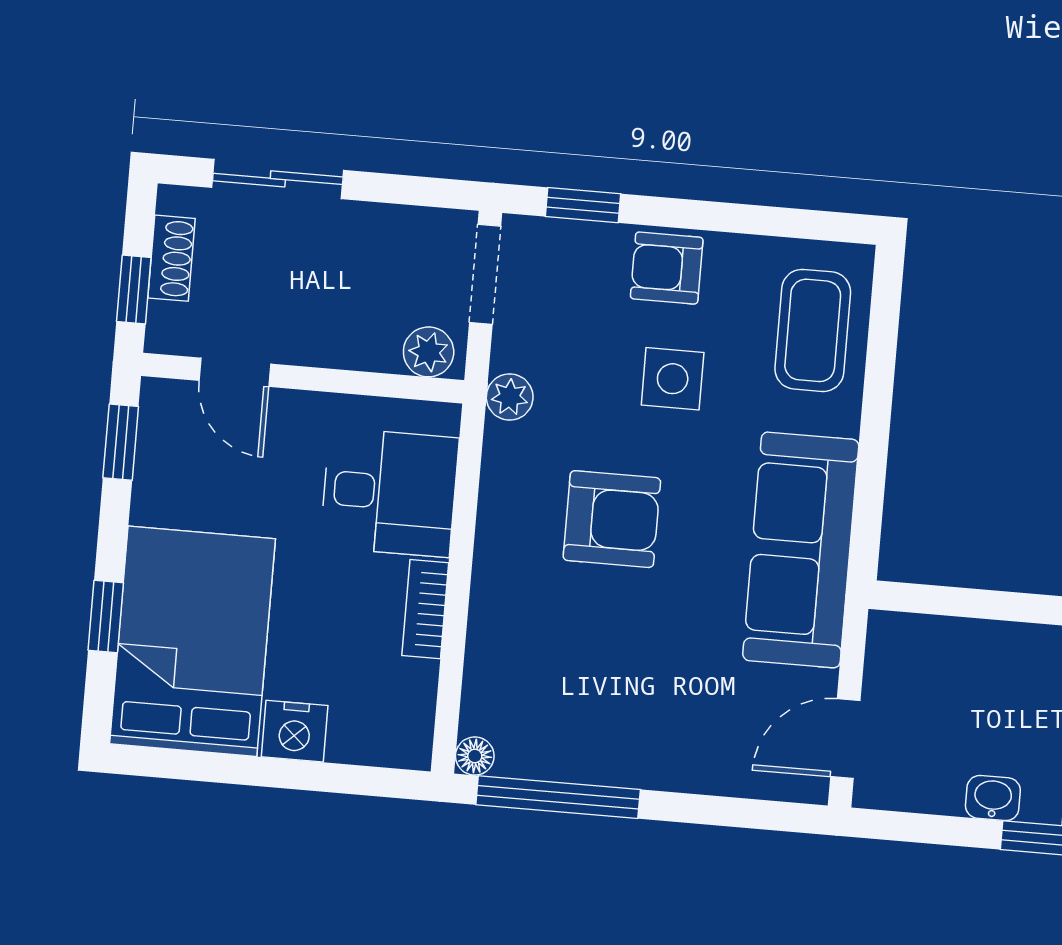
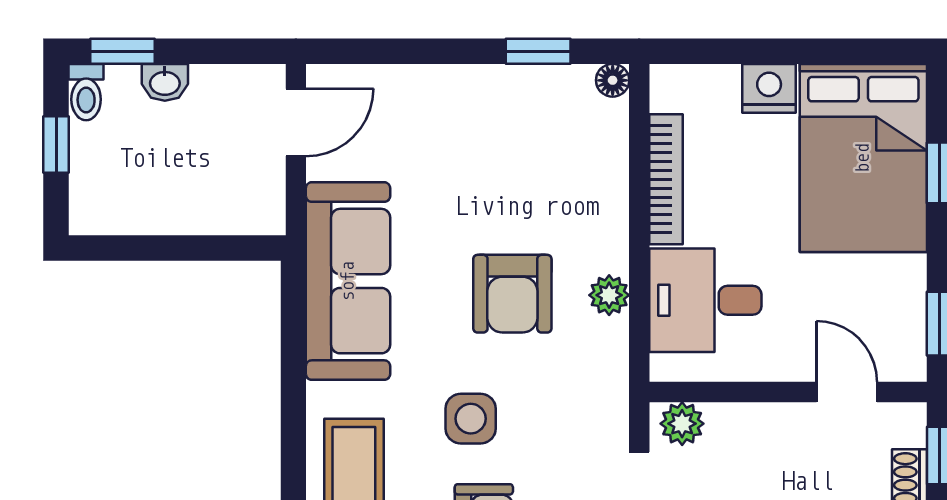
plant: (510, 397) -> (609, 295), moved
armchair: (612, 519) -> (512, 294), turned -90
bookcase: (425, 609) -> (666, 179), width x1.56
window: (558, 797) -> (538, 51), width x0.46

